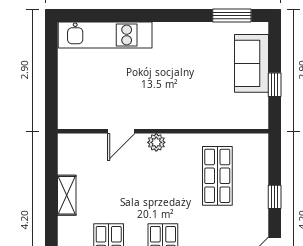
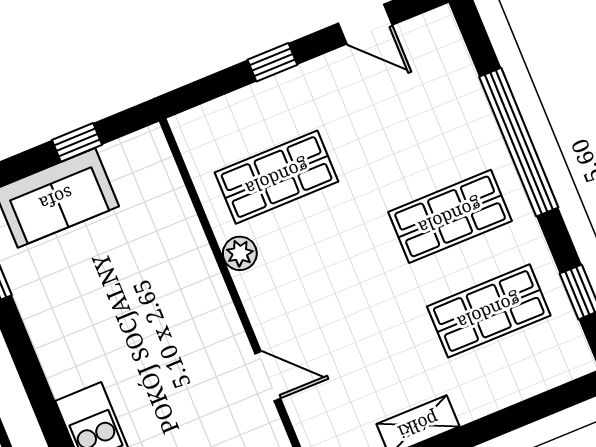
plant: (156, 142) -> (240, 253), moved

